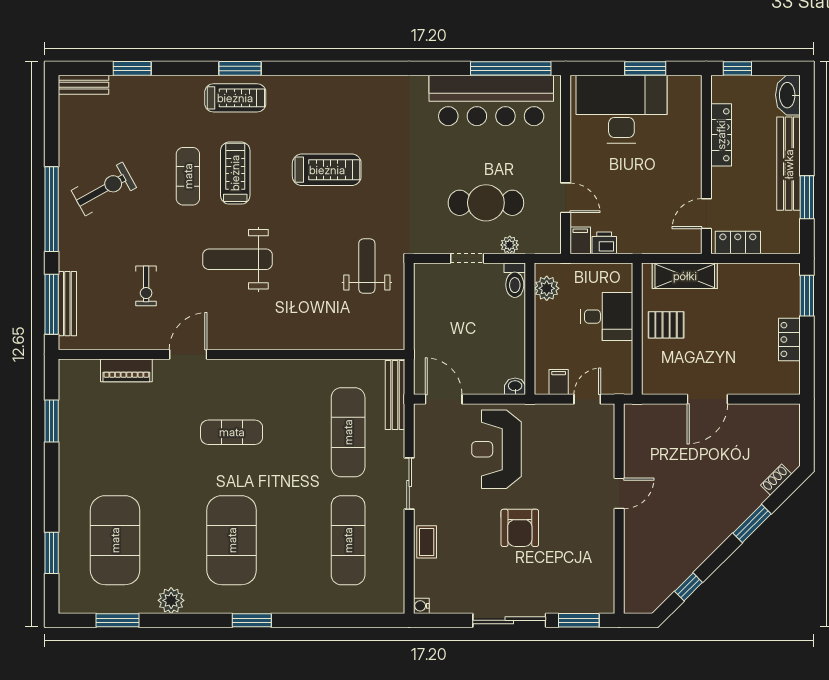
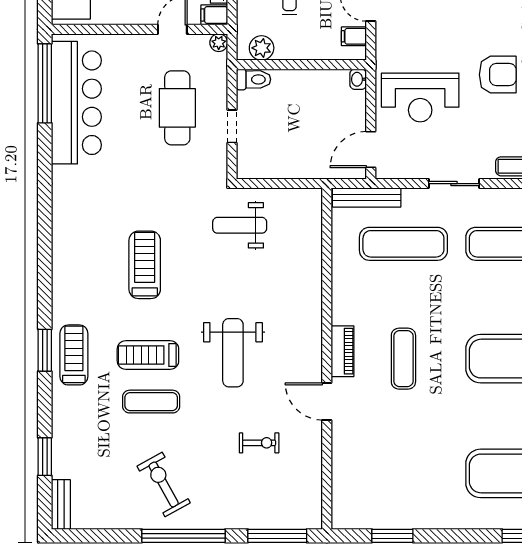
plant: (510, 245) -> (219, 43), moved
bench: (67, 304) -> (277, 520), removed
piano: (126, 370) -> (342, 351), moved

